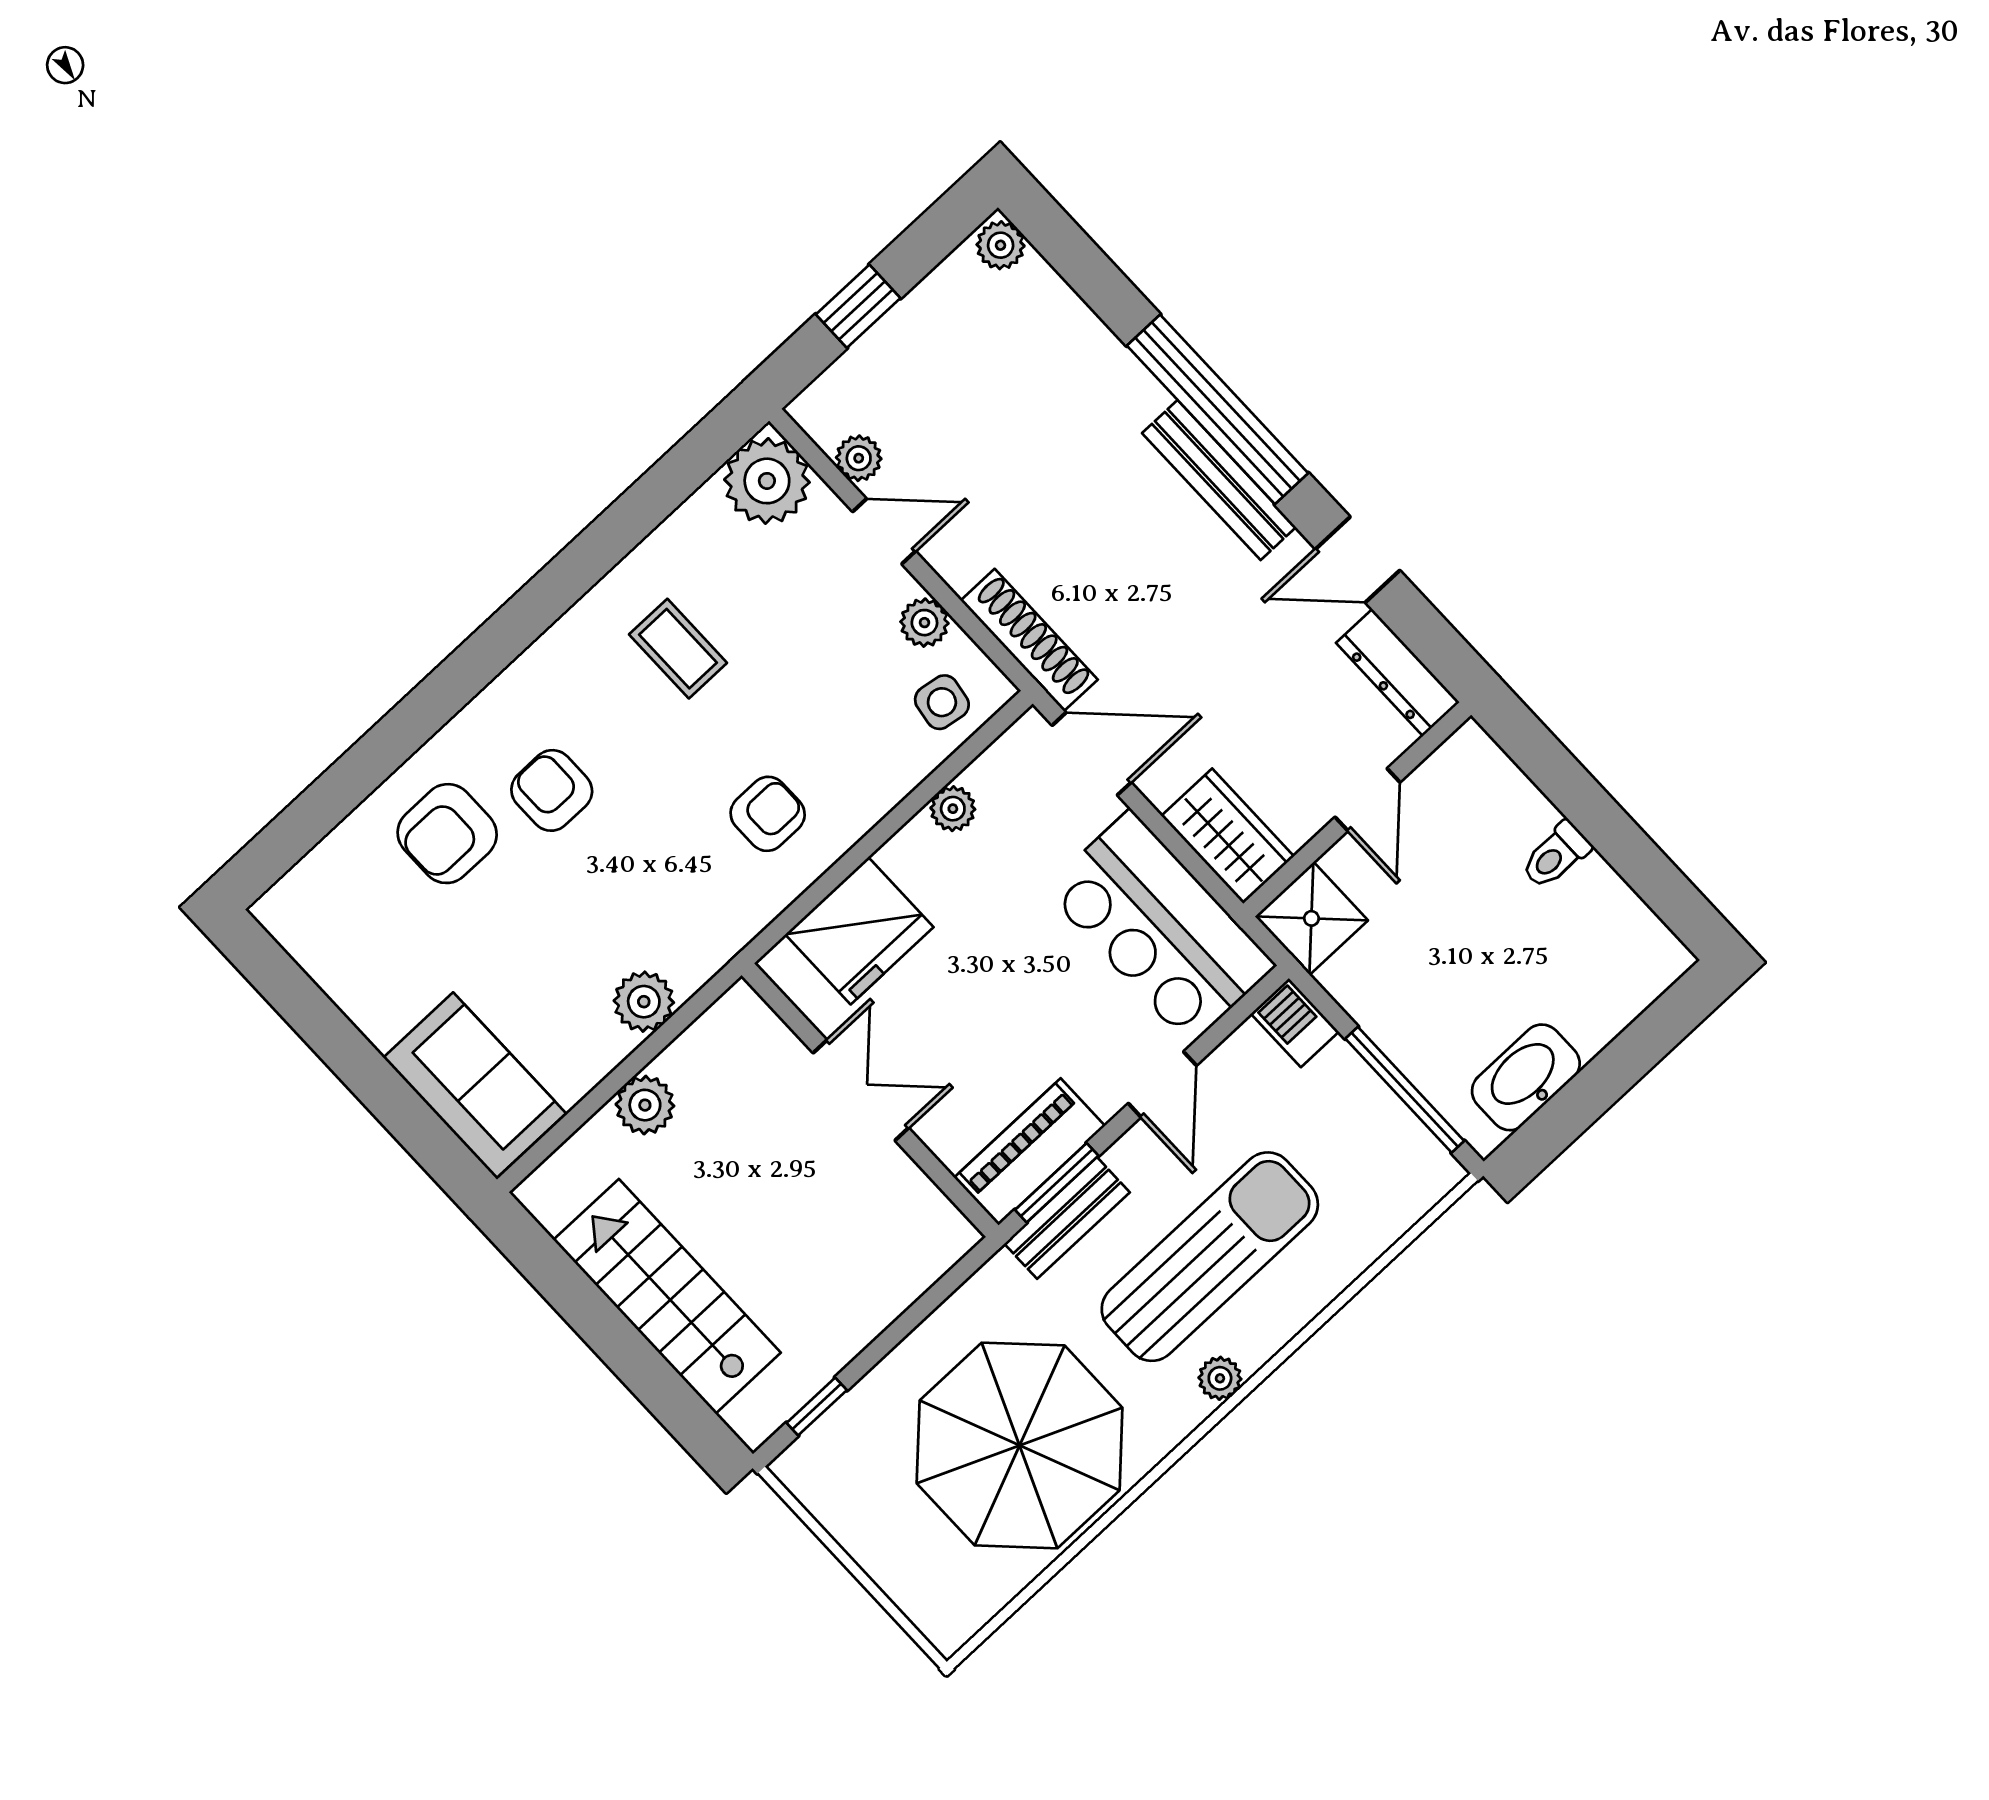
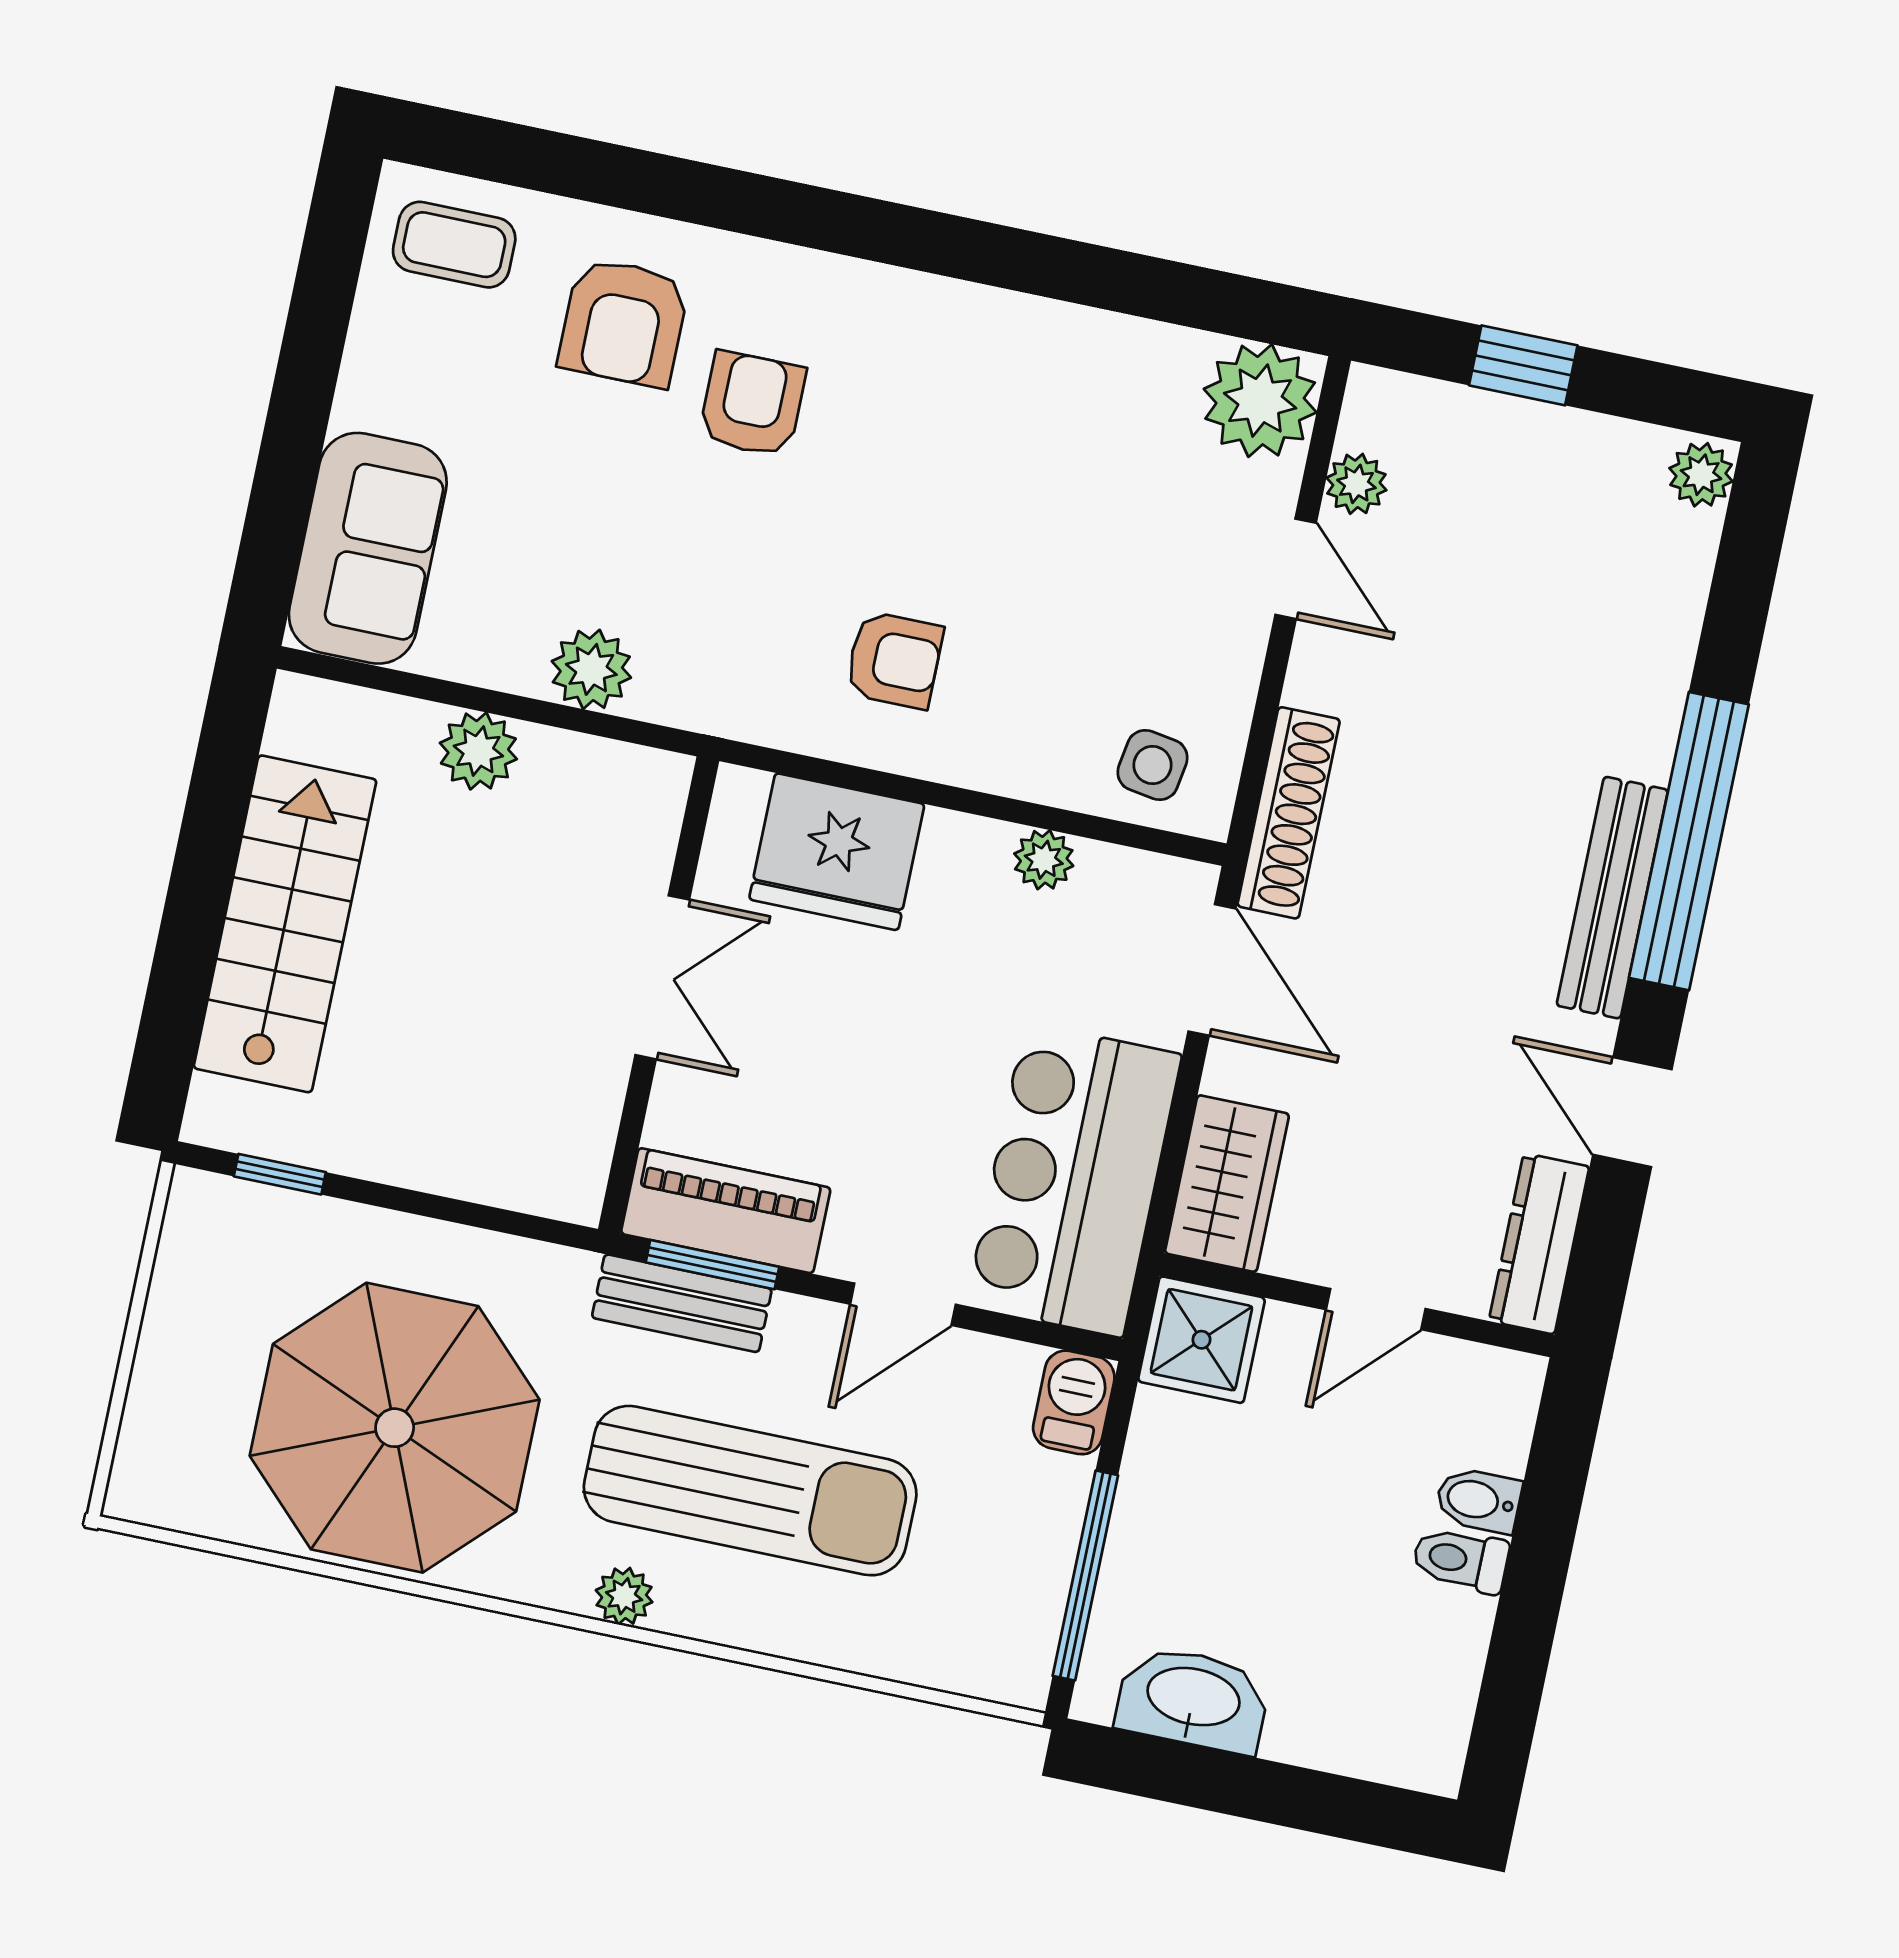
plant: (924, 623) -> (1227, 684), removed
coffee table: (678, 649) -> (454, 245), moved, turned 90
bidet: (1527, 819) -> (1478, 1500), added
armchair: (447, 834) -> (624, 322), turned -90

